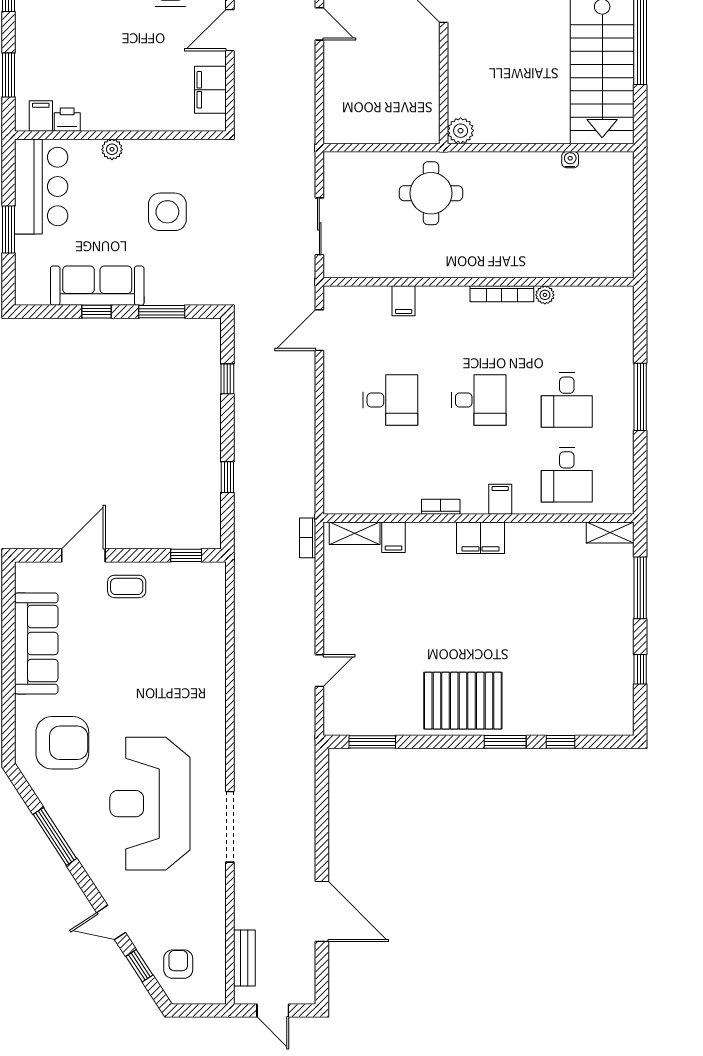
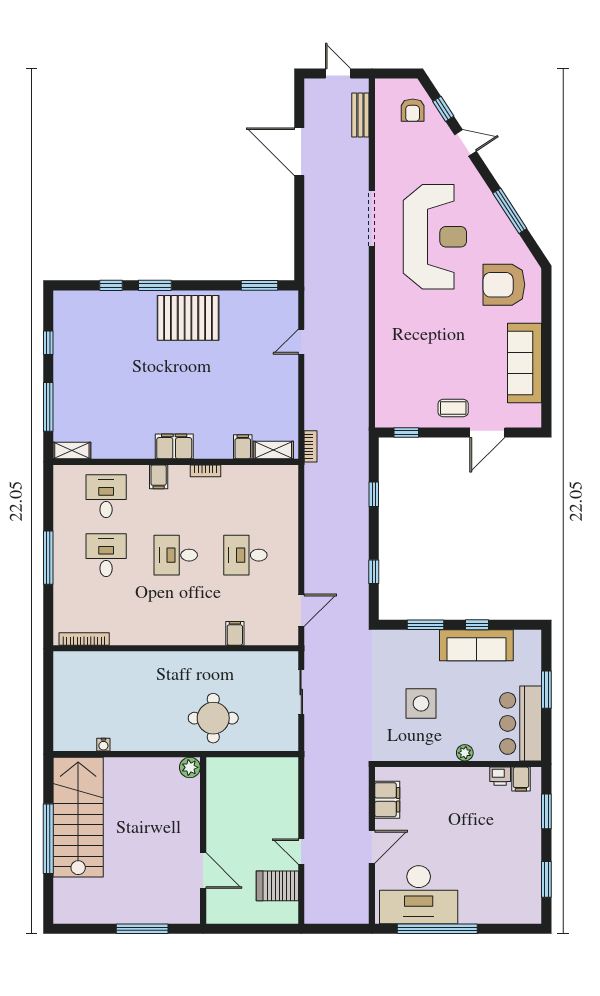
bookcase: (502, 294) -> (84, 639), moved
plant: (545, 295) -> (123, 638), removed

